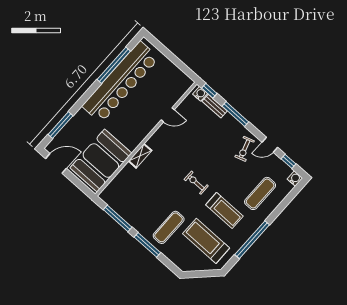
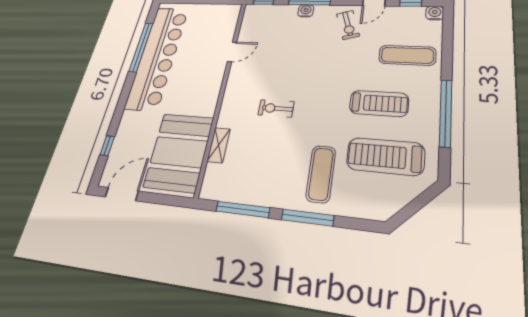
water cooler: (200, 94) -> (306, 11), moved
bench: (215, 106) -> (280, 10), removed
window: (60, 125) -> (107, 146), width x0.46
shelving: (140, 156) -> (219, 145), moved
exercise bike: (196, 183) -> (276, 108), moved
exercise mat: (260, 193) -> (407, 55), turned 90

